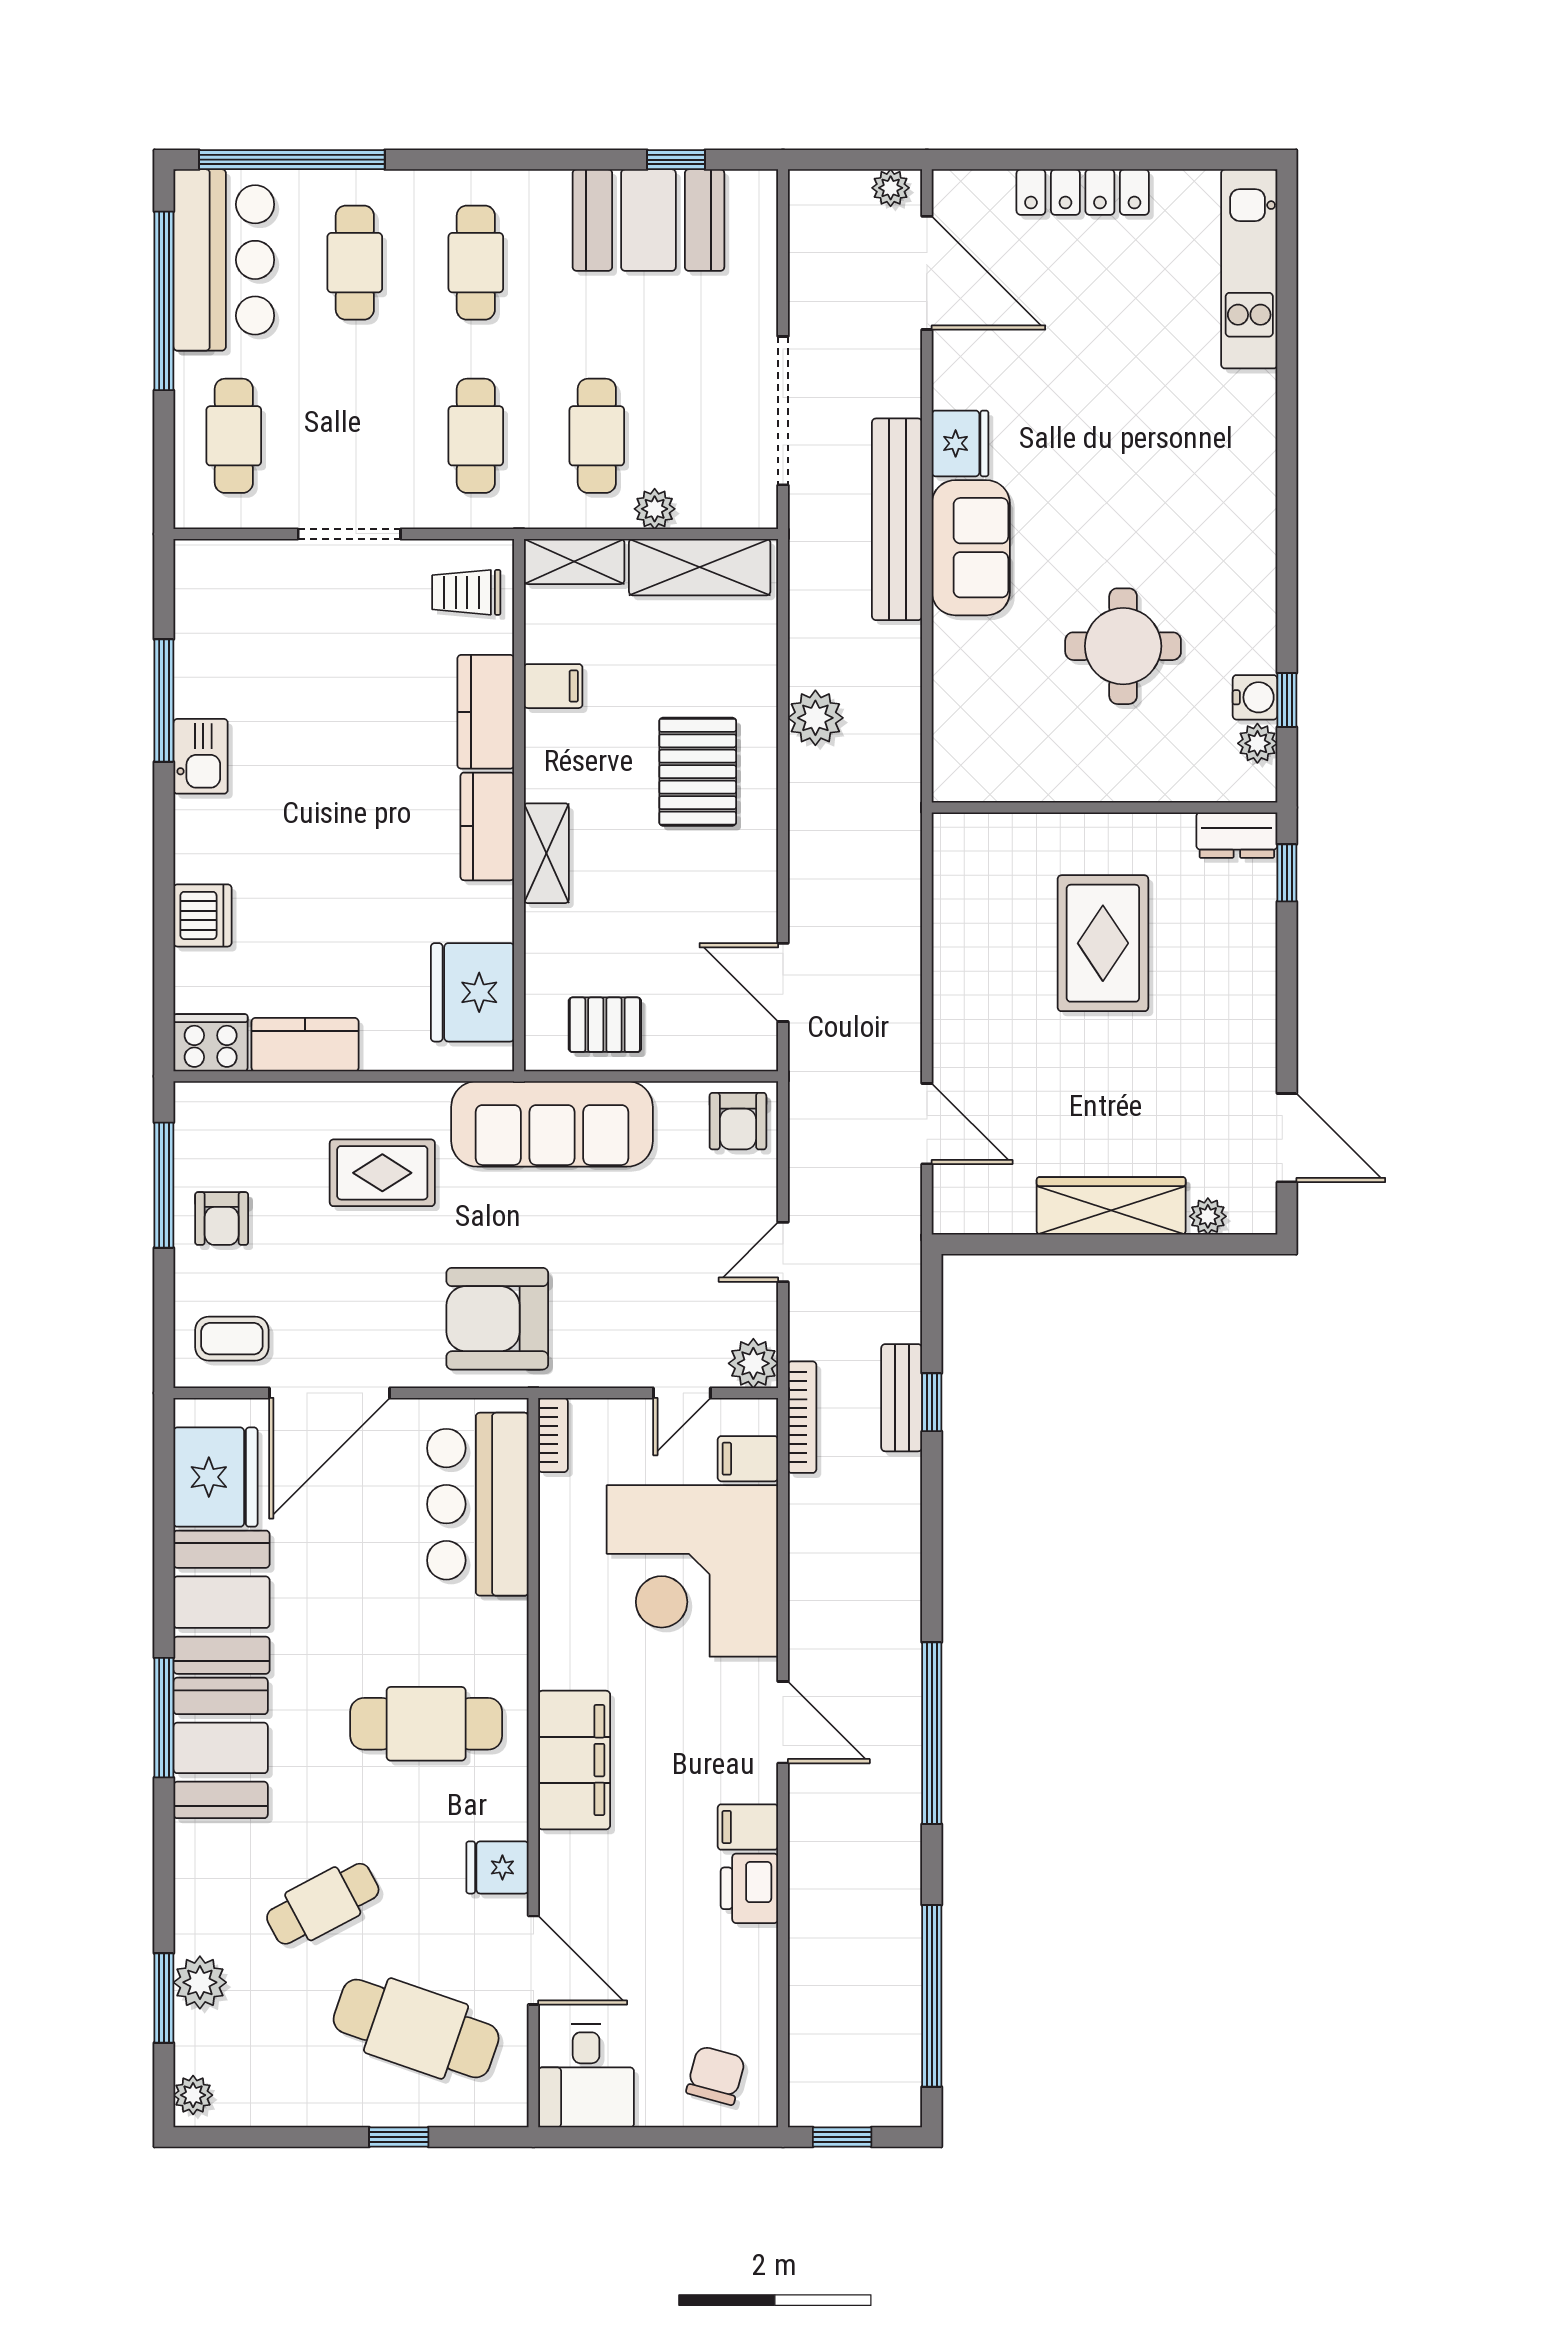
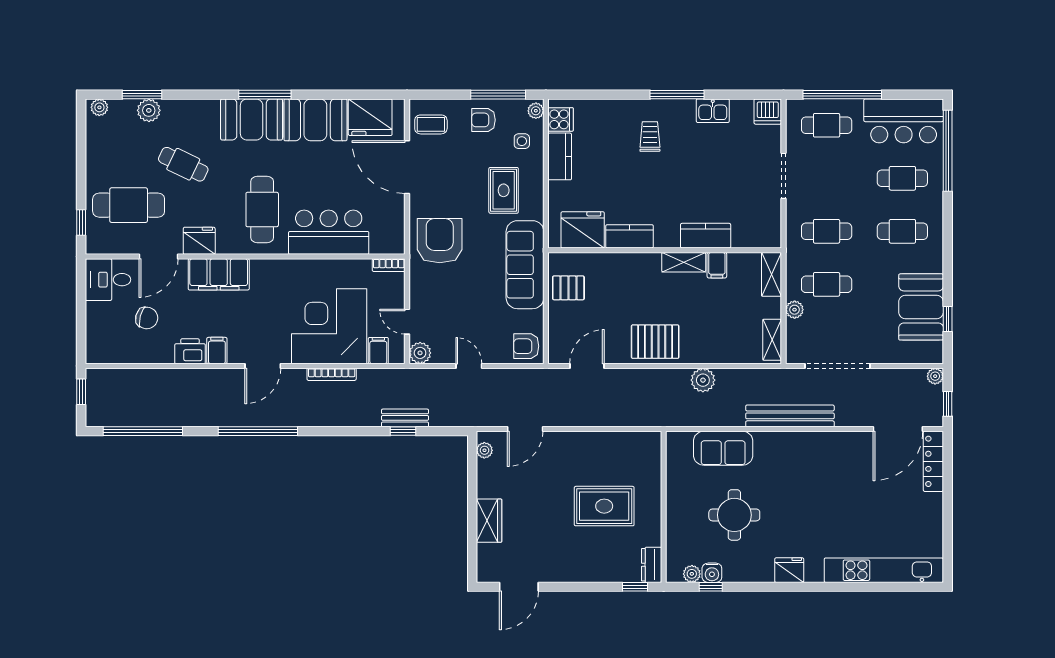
window: (870, 160) -> (948, 404), added
plant: (891, 188) -> (935, 376), moved
locker: (1083, 192) -> (933, 461), moved
kitchen unit: (1249, 269) -> (884, 570), width x1.36
window: (164, 301) -> (842, 95), moved
fridge: (960, 443) -> (789, 570), moved, turned 180
sofa: (971, 548) -> (723, 448), moved
shelving: (700, 567) -> (772, 340), width x0.67, depth x0.75
trolley: (466, 592) -> (650, 137), moved
window: (164, 701) -> (677, 95), moved
kitchen sink: (201, 756) -> (713, 111), moved
pallet: (698, 772) -> (655, 342), moved
kitchen counter: (487, 826) -> (629, 236), moved
shelving: (546, 853) -> (684, 262), moved
dishwasher: (203, 915) -> (768, 112), moved
pallet: (605, 1025) -> (568, 288), turned 90
cooker: (211, 1043) -> (561, 119), width x0.73
plant: (201, 1099) -> (536, 111), added
side table: (270, 1131) -> (522, 141), added
wardrobe: (1111, 1206) -> (489, 521), width x0.67
plant: (1208, 1216) -> (484, 450), moved
coffee table: (232, 1339) -> (431, 124), turned 90
bookcase: (802, 1417) -> (332, 374), moved
bar counter: (478, 1504) -> (329, 232), moved
filing cabinet: (574, 1760) -> (219, 274), moved
fridge: (497, 1867) -> (199, 241), width x1.38
cafe table: (323, 1904) -> (183, 164), turned -36
cafe table: (416, 2028) -> (129, 205), turned 71
chair: (716, 2075) -> (147, 318), moved
window: (399, 2137) -> (81, 223), moved

